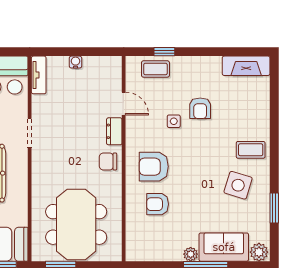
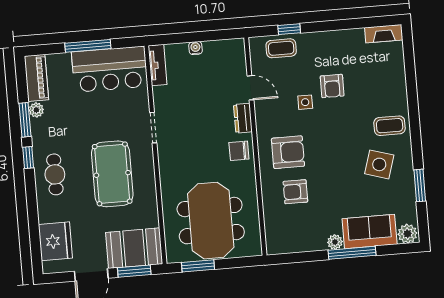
fireplace: (246, 66) -> (384, 34), width x0.73, depth x0.76
armchair: (154, 167) -> (288, 152), turned 180

